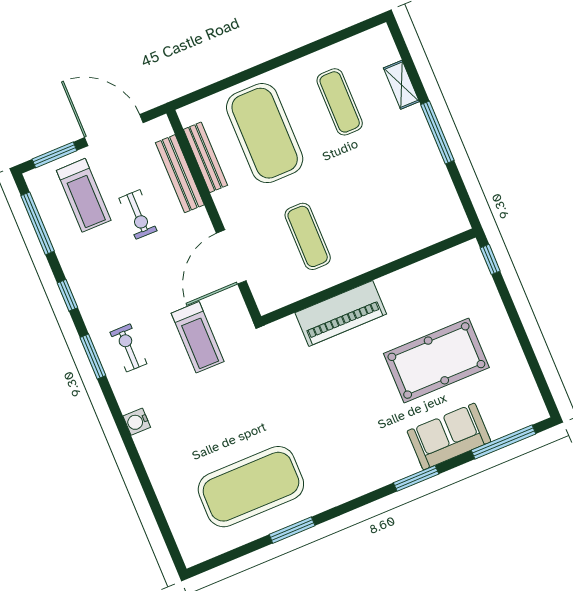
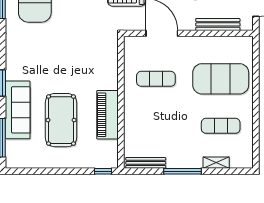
bench: (205, 157) -> (146, 163), moved
piano: (341, 313) -> (107, 115), moved
sofa: (449, 436) -> (18, 110), width x1.36

